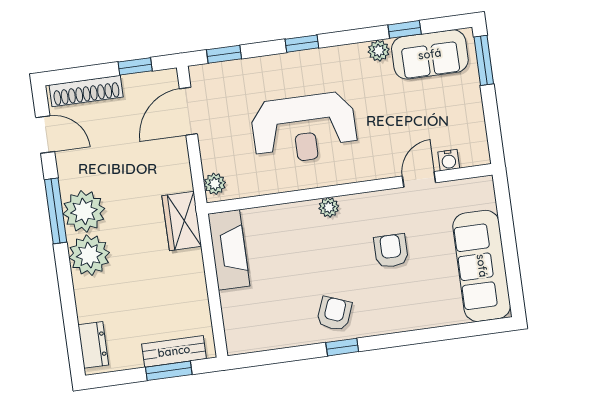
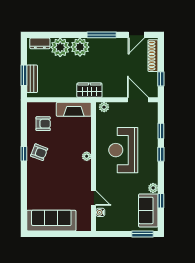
window: (224, 54) -> (161, 131), moved
plant: (84, 211) -> (60, 47), moved
armchair: (391, 251) -> (43, 124), moved

